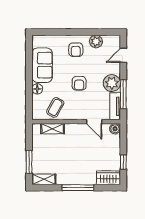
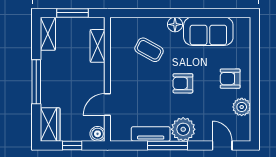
wall: (76, 122) -> (107, 79), moved
door: (94, 122) -> (107, 104), moved
shelving: (53, 129) -> (98, 46), moved
boiler: (115, 129) -> (98, 134), moved

